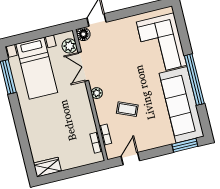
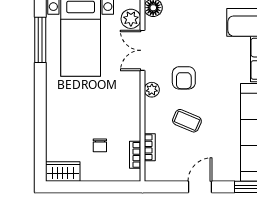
armchair: (118, 79) -> (184, 78), added
chair: (69, 142) -> (100, 145), added
door: (130, 159) -> (200, 187), moved

